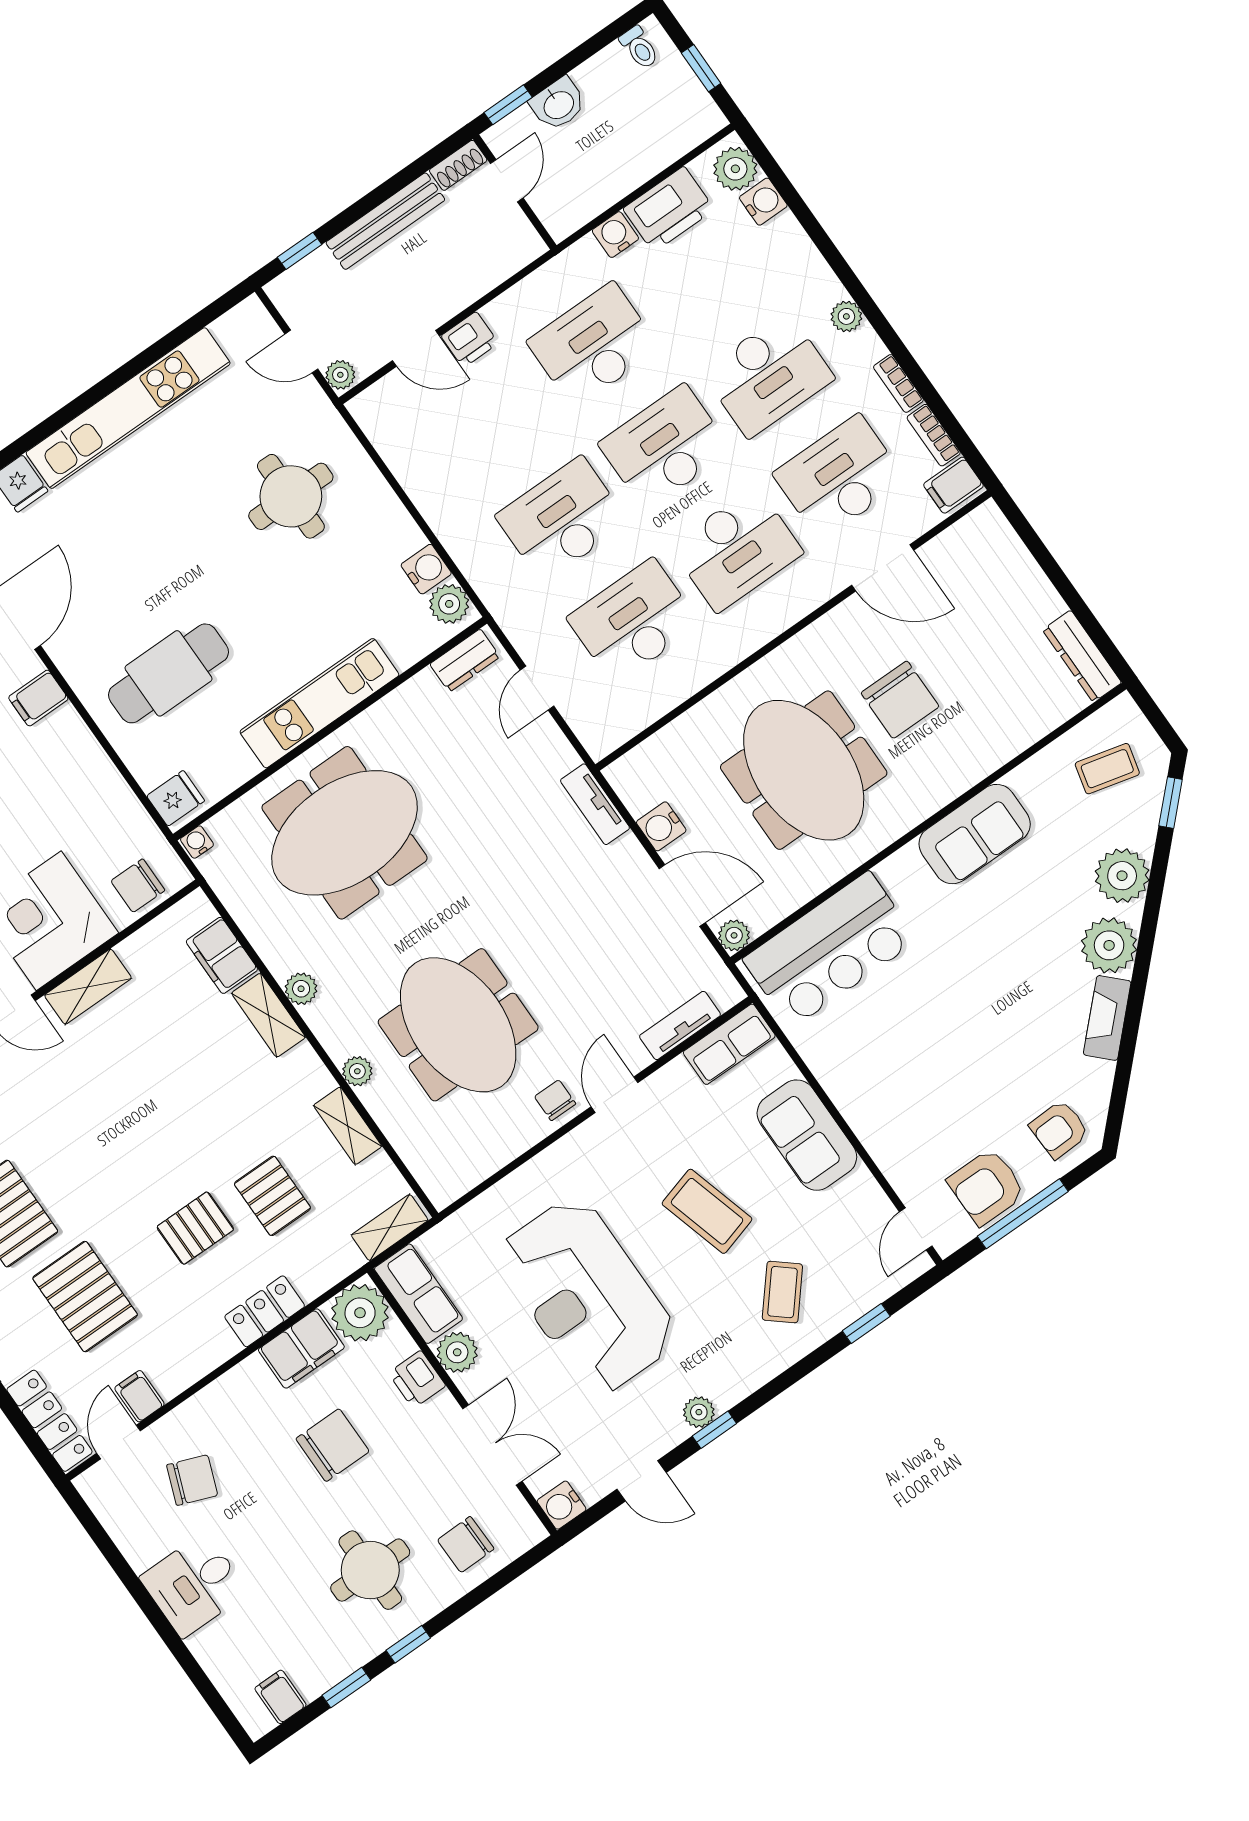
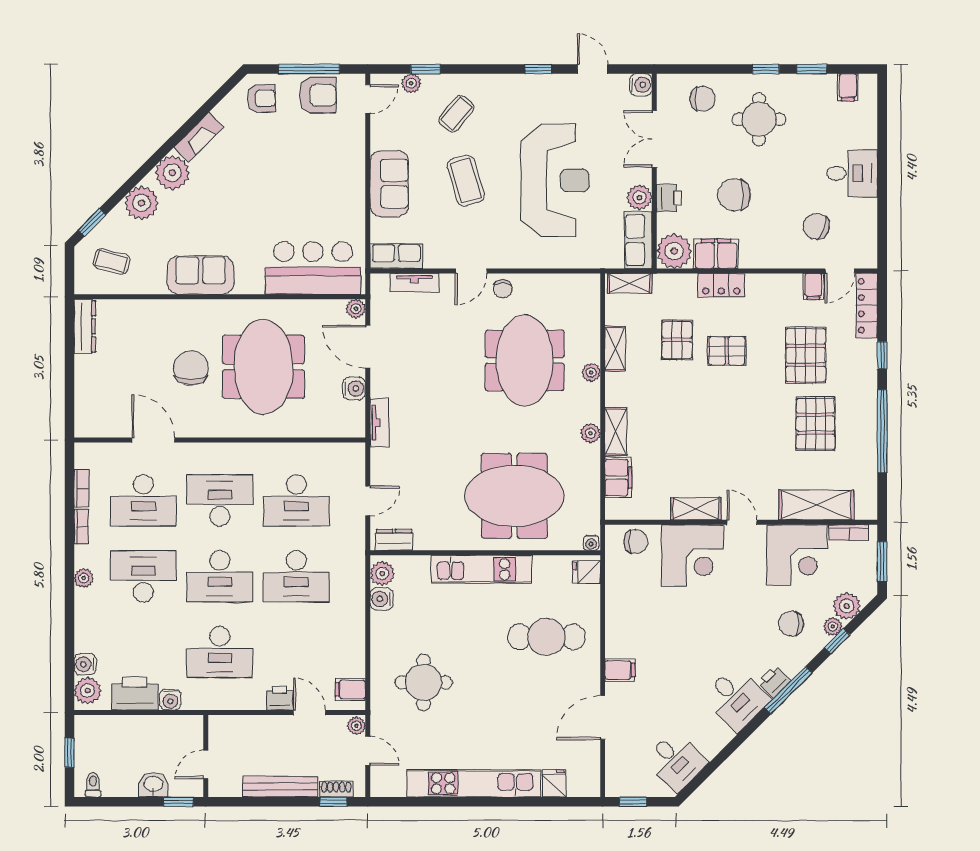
shoe rack: (458, 165) -> (336, 789), moved
filing cabinet: (953, 485) -> (350, 689), moved, turned 180
plant: (699, 1412) -> (411, 83), moved

